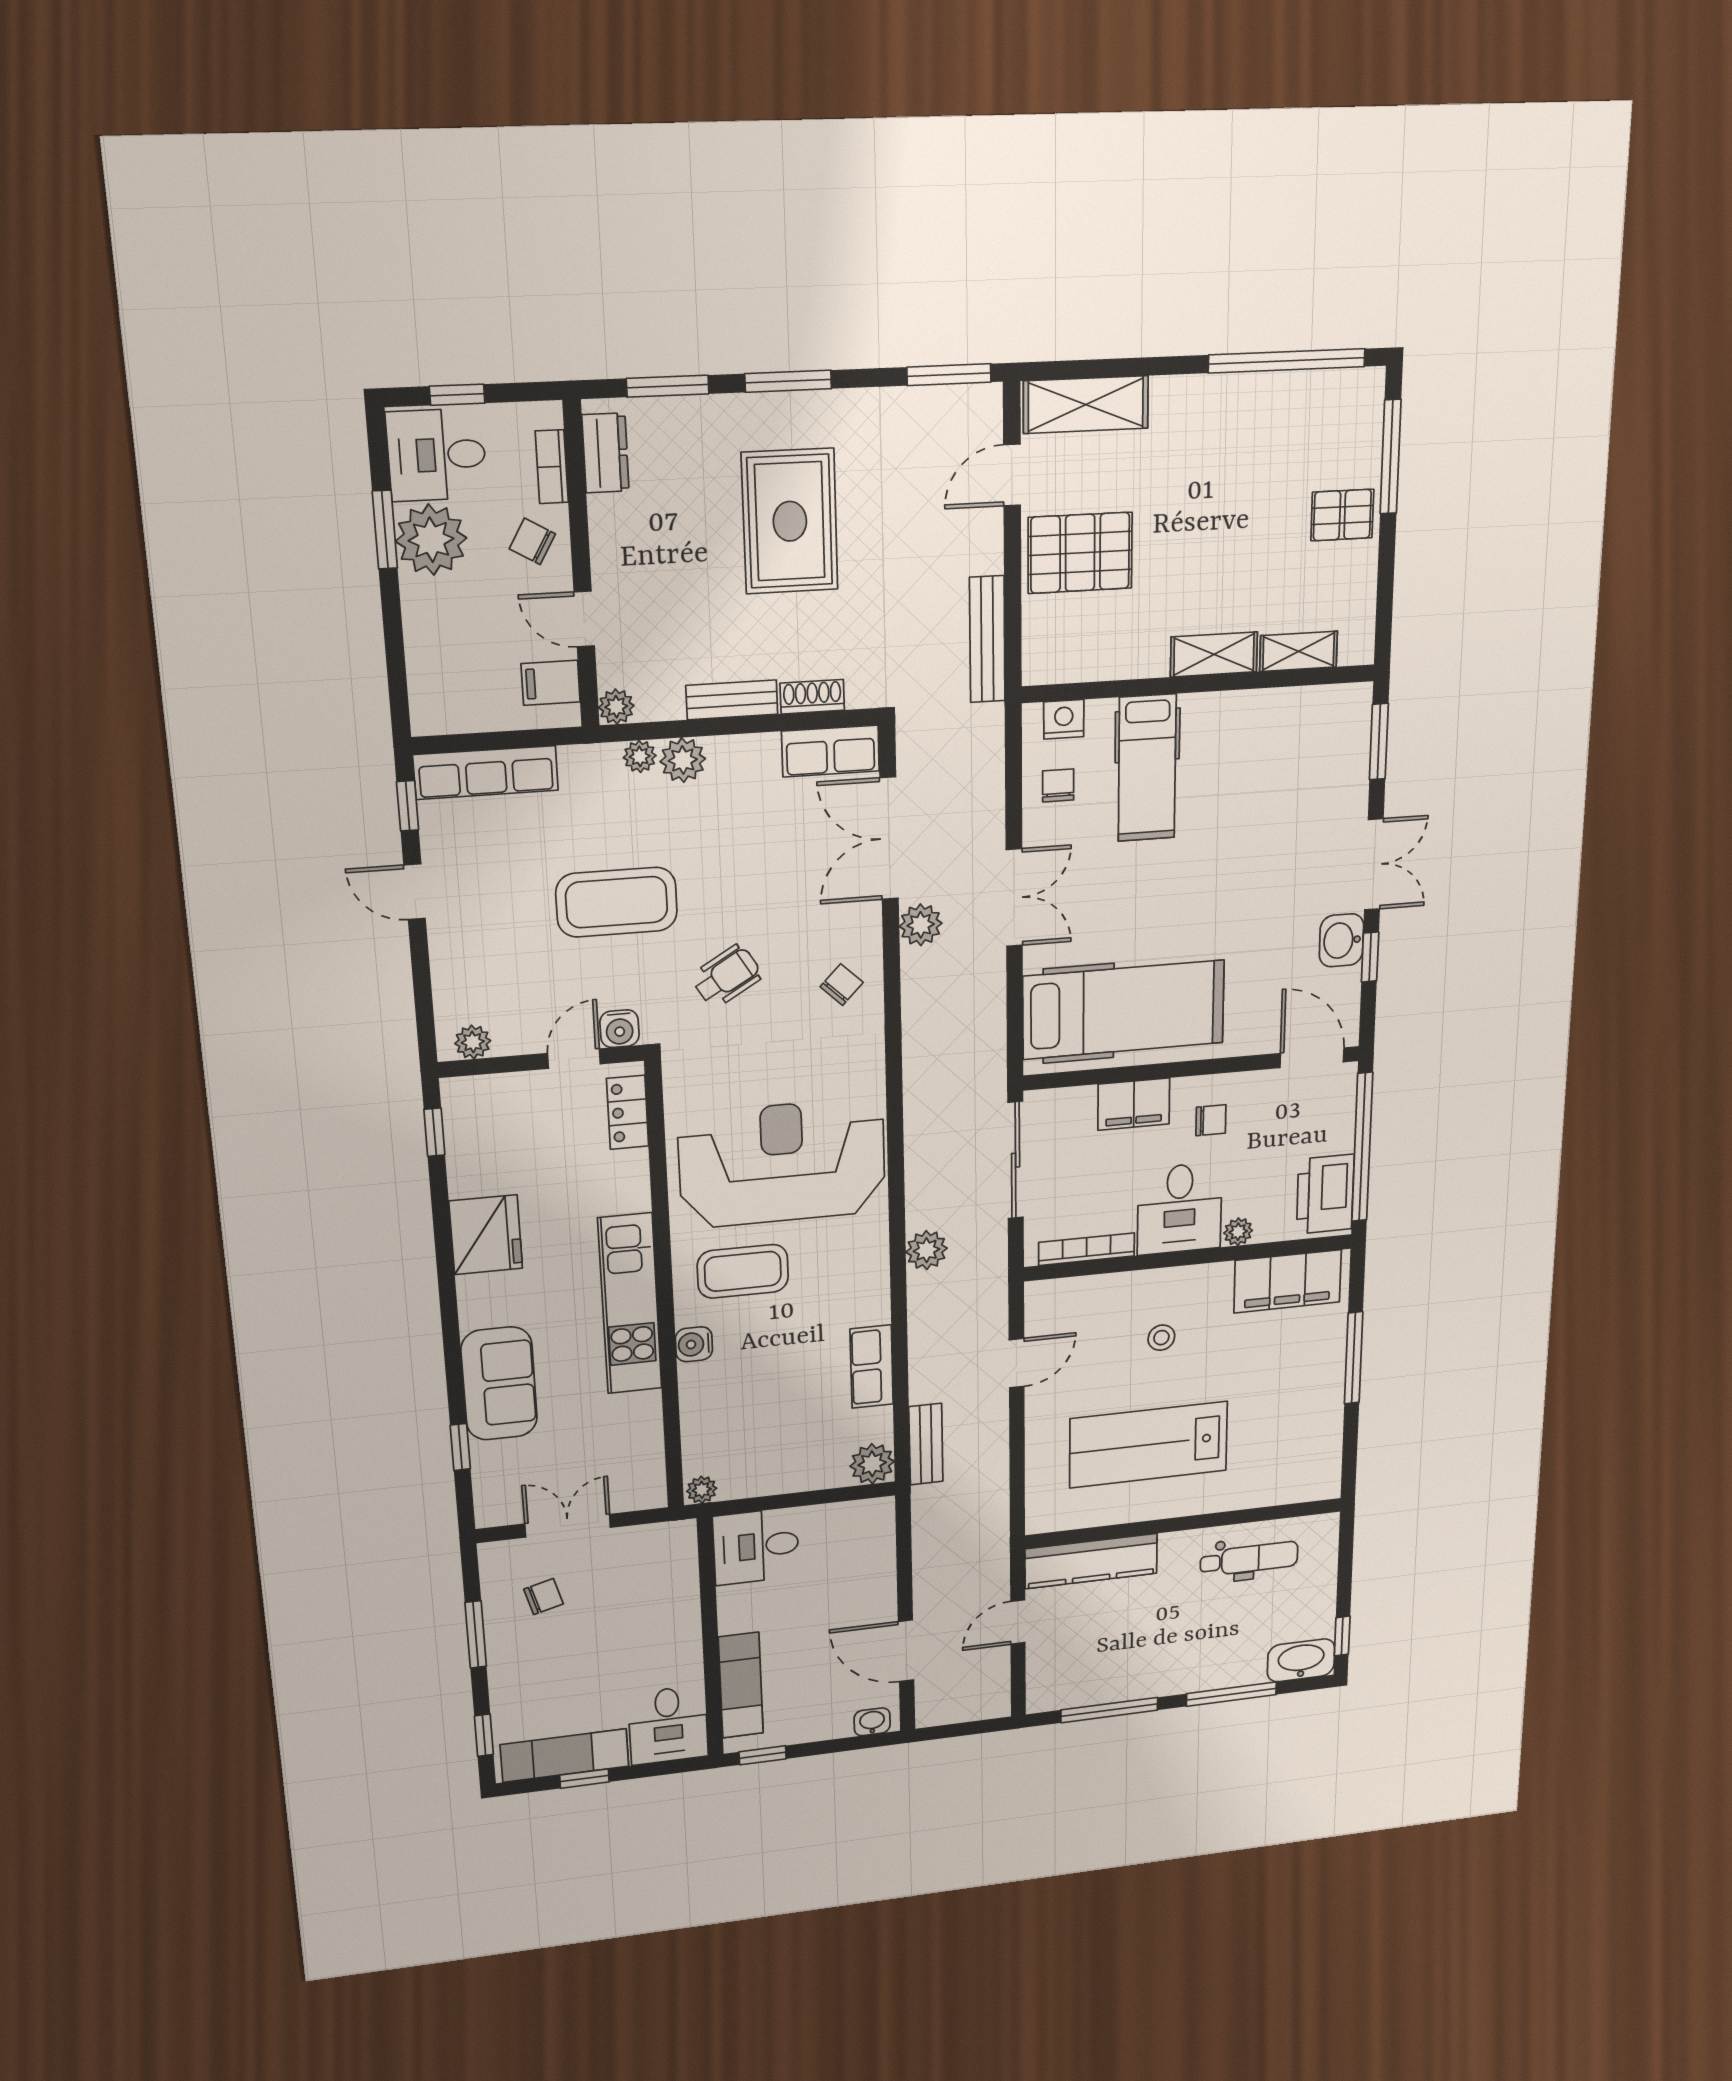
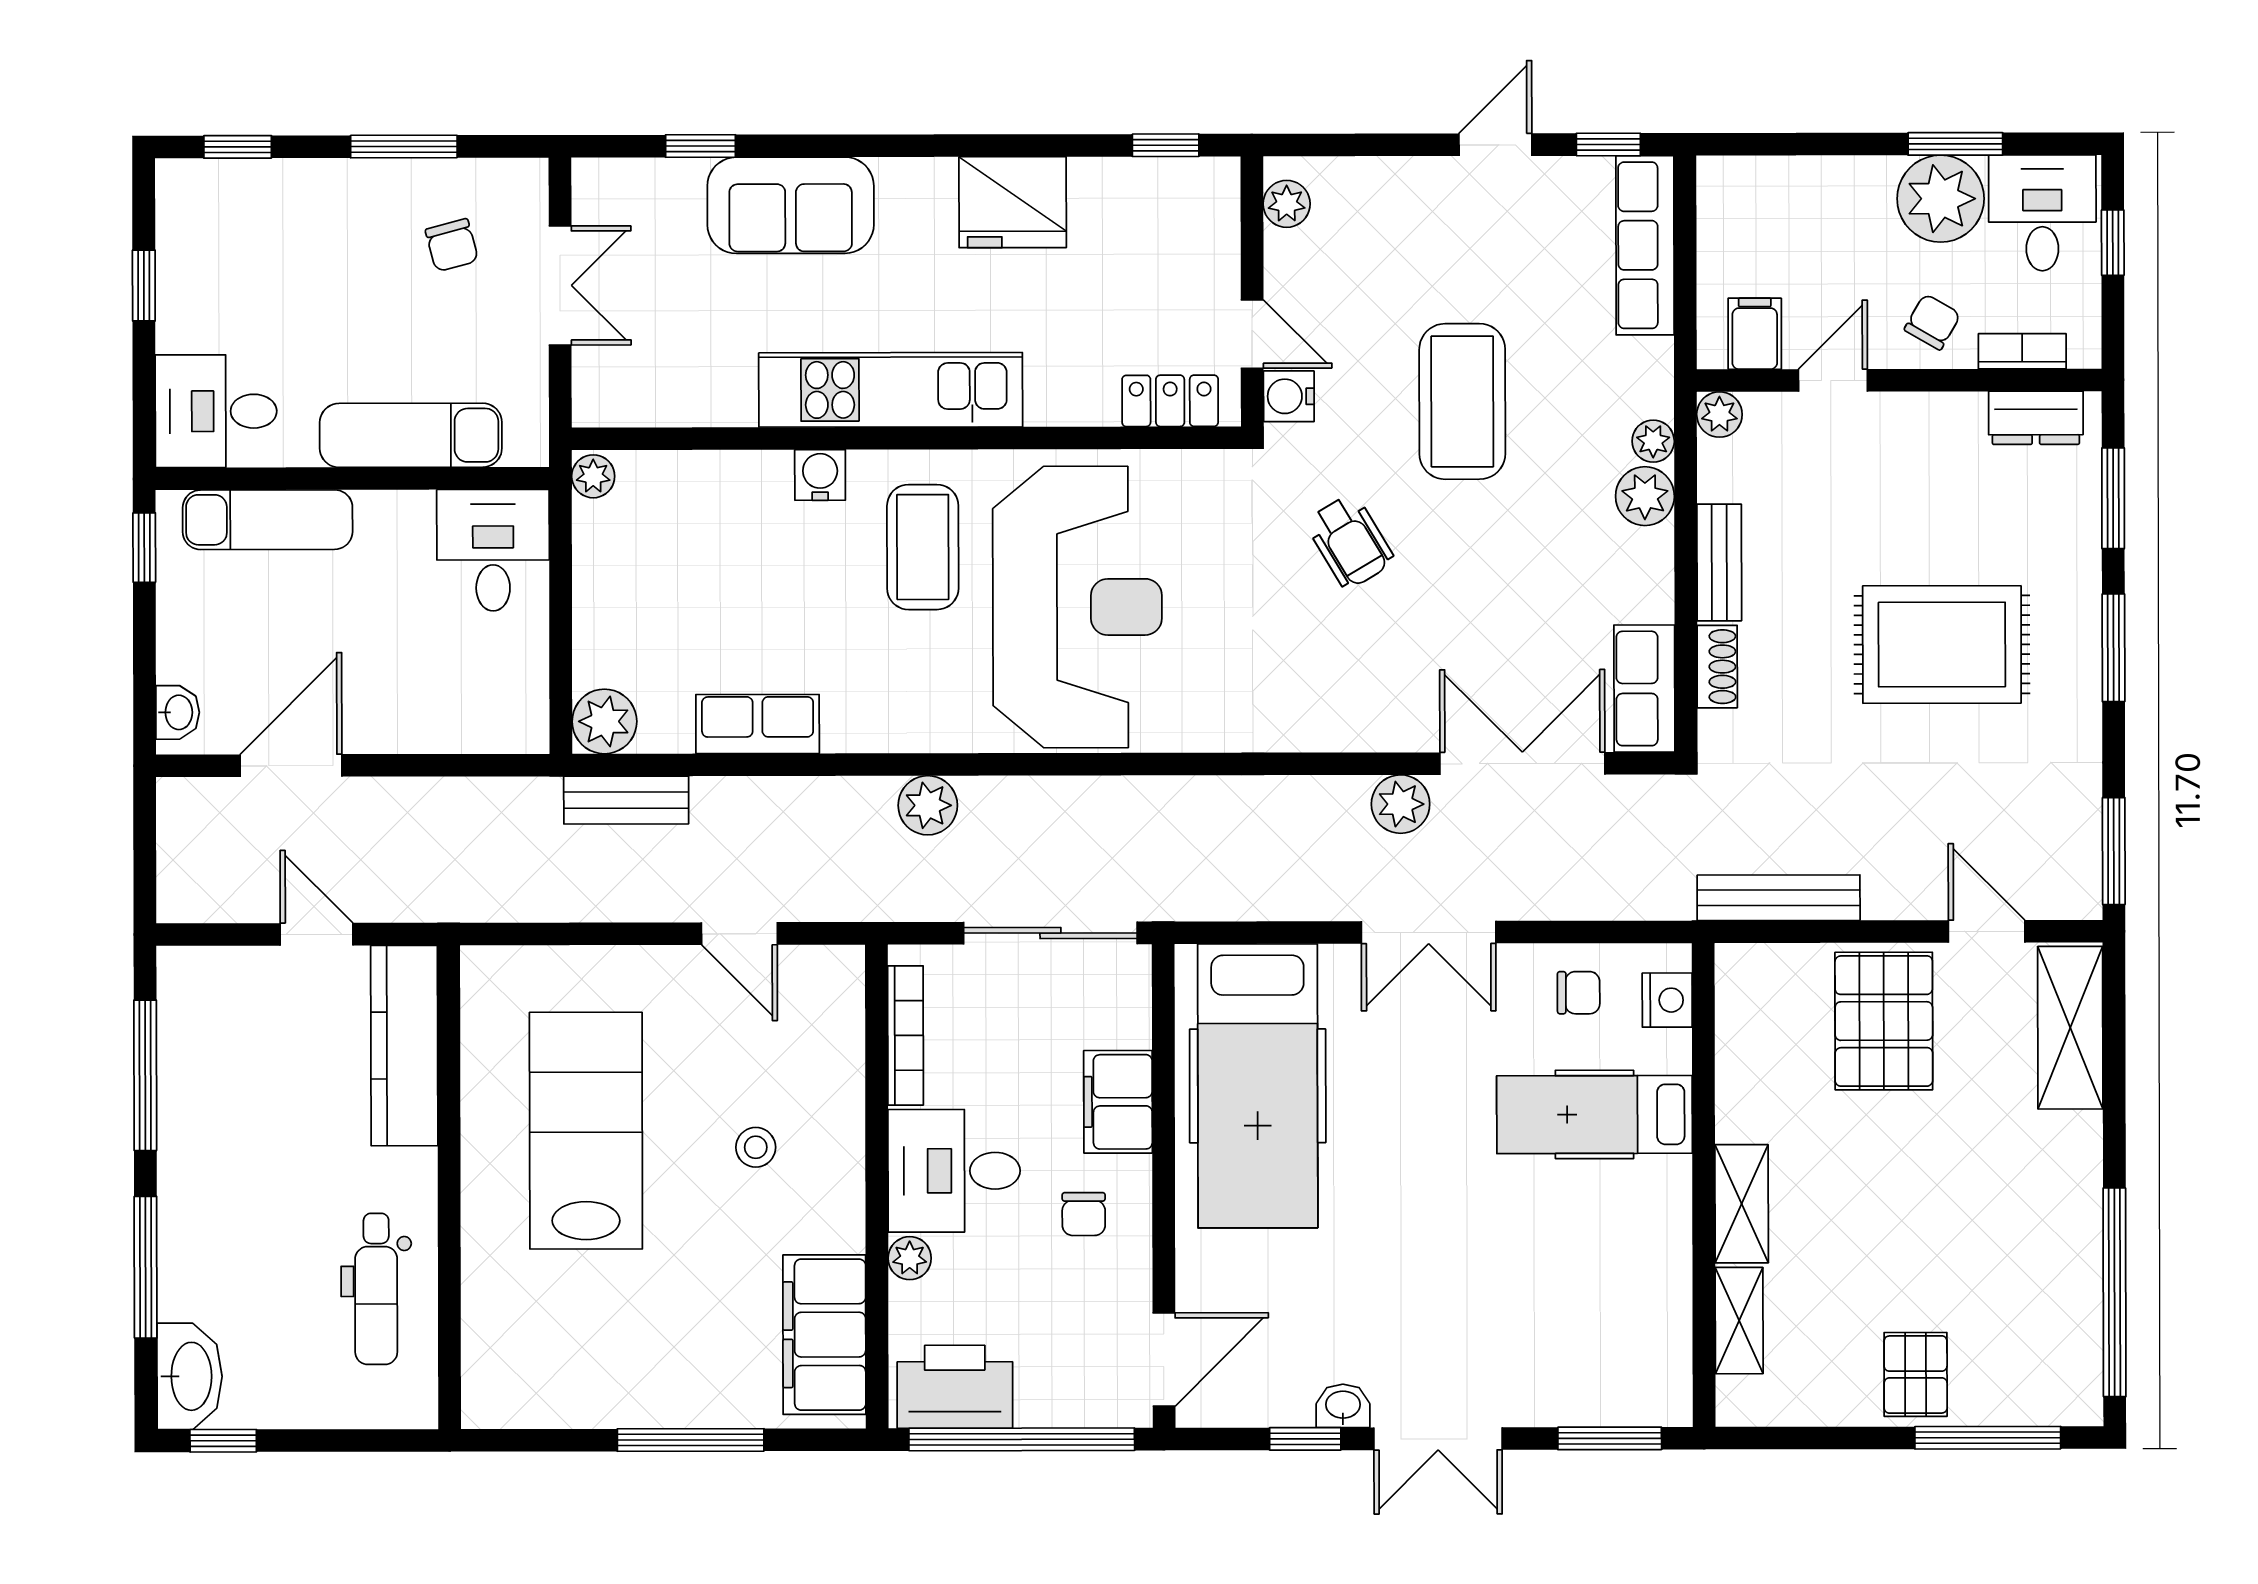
washbasin: (1341, 940) -> (1343, 1406), width x0.72, depth x0.69
chair: (842, 985) -> (1326, 695), removed
exam couch: (565, 1755) -> (411, 435), moved, turned -90

